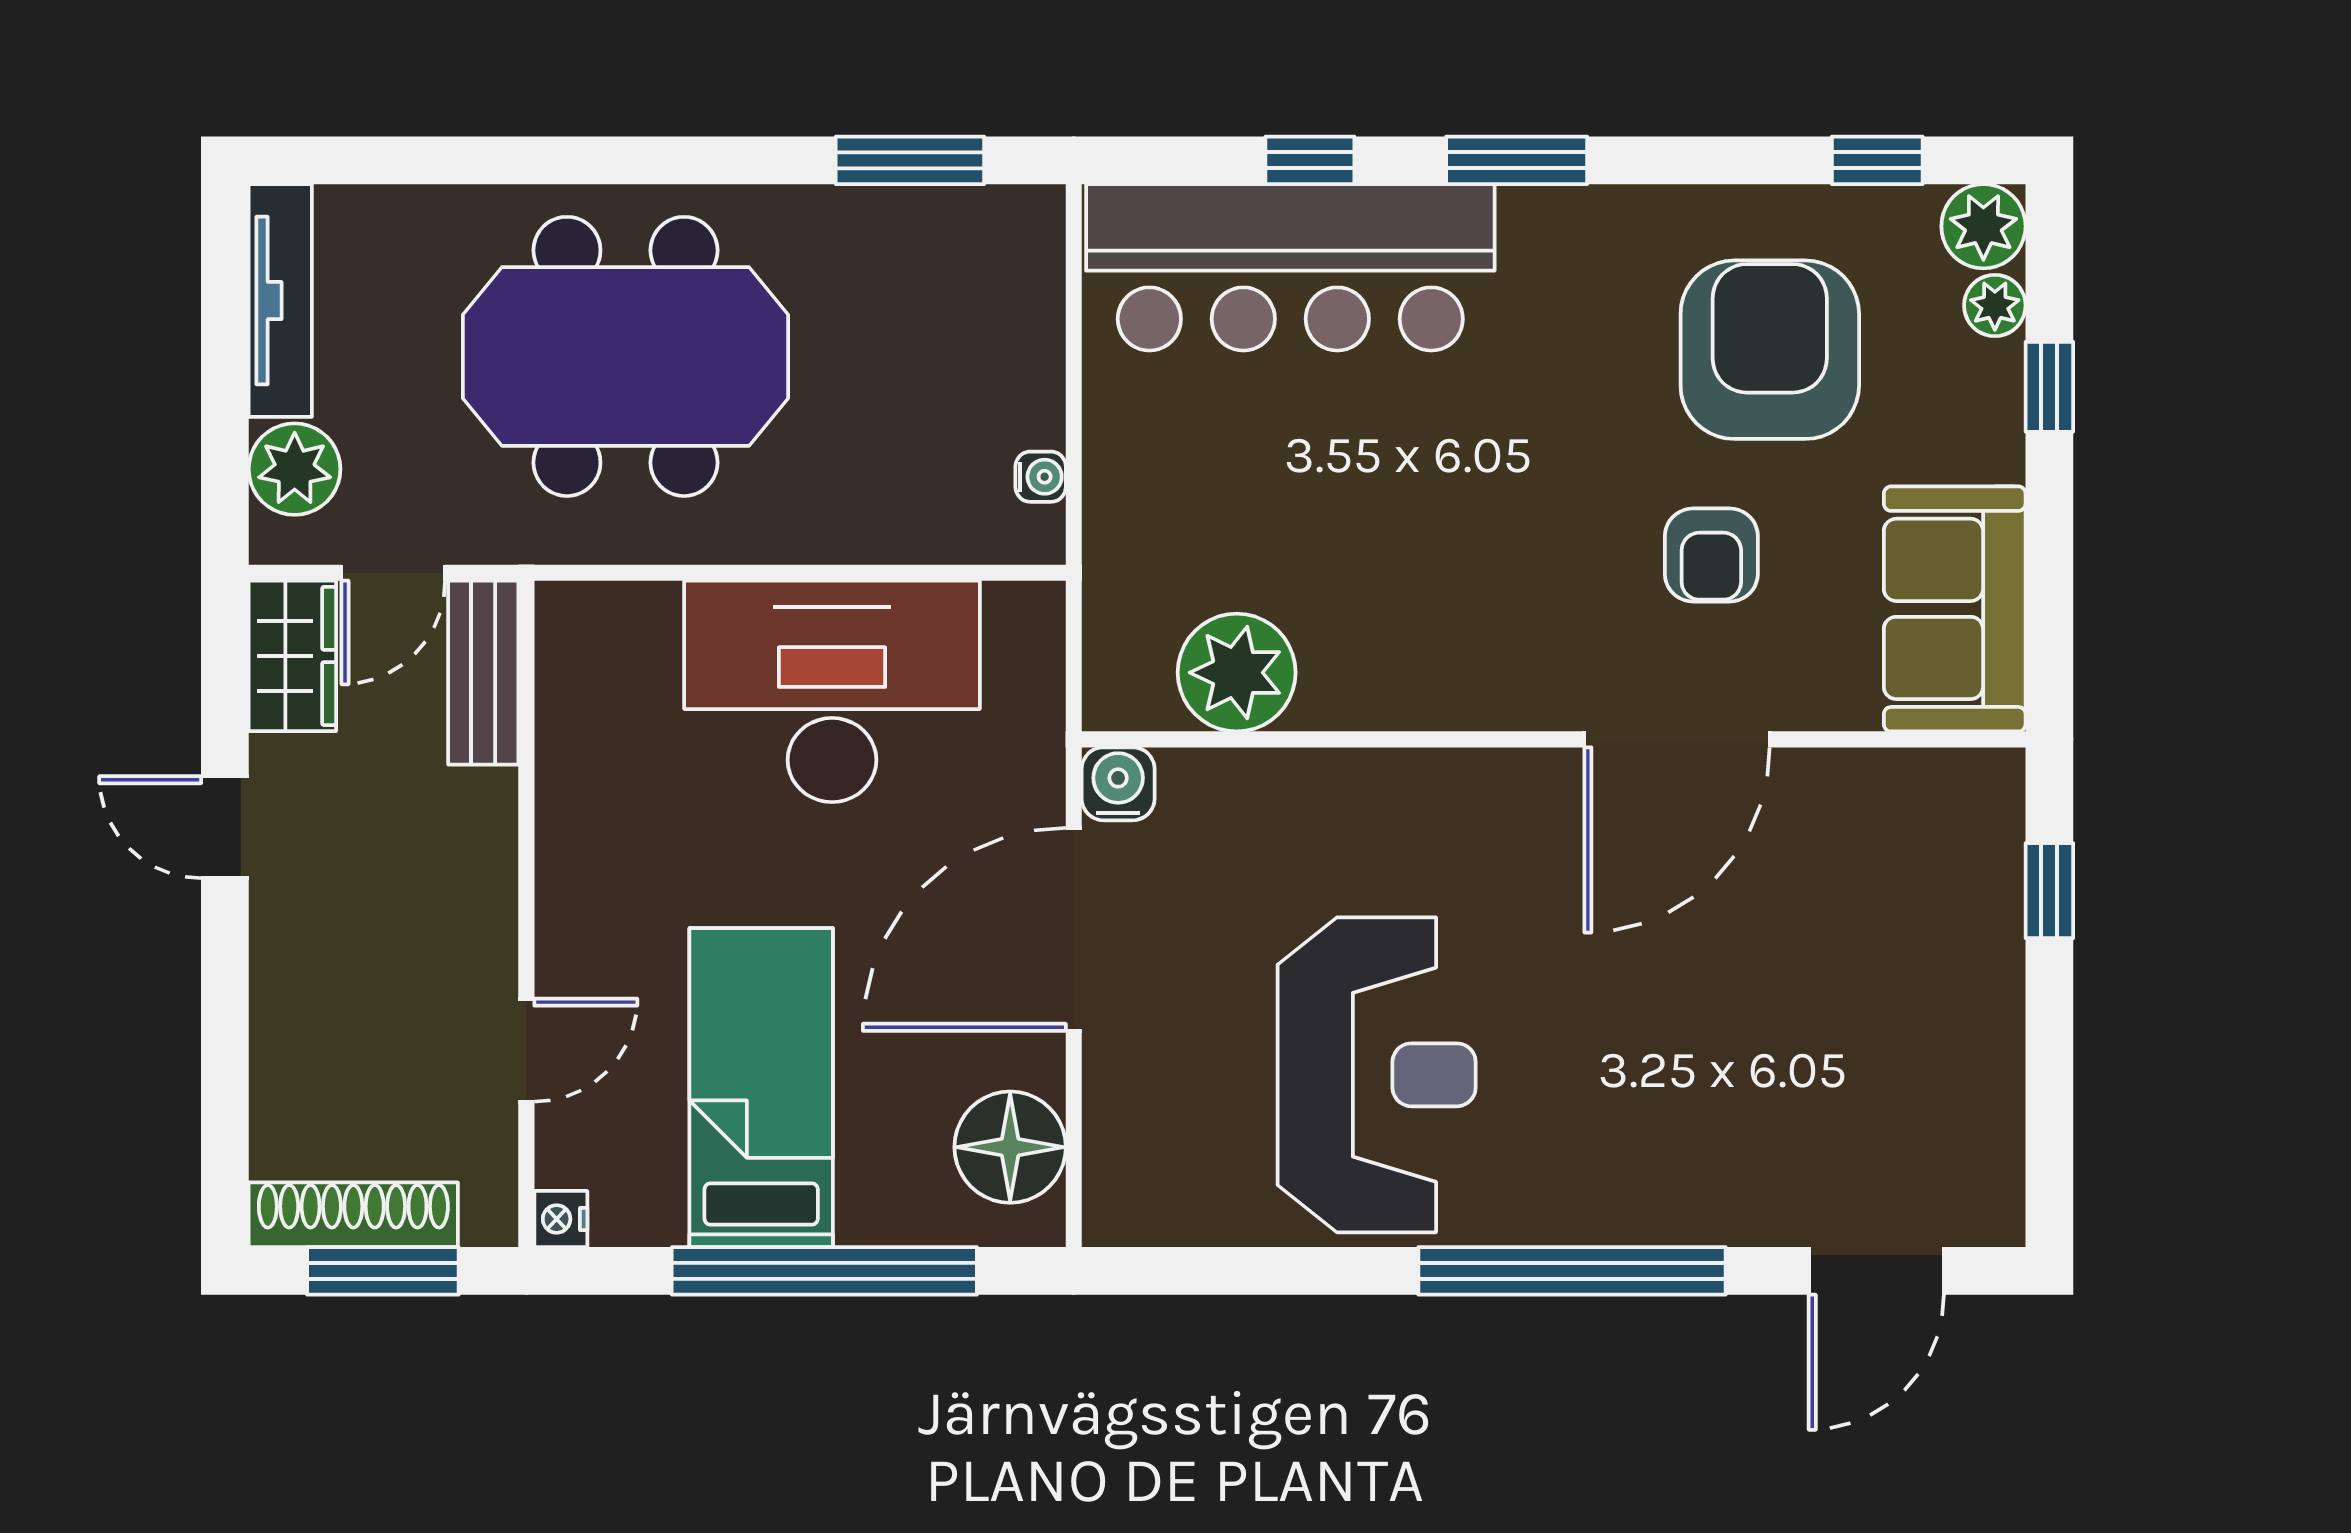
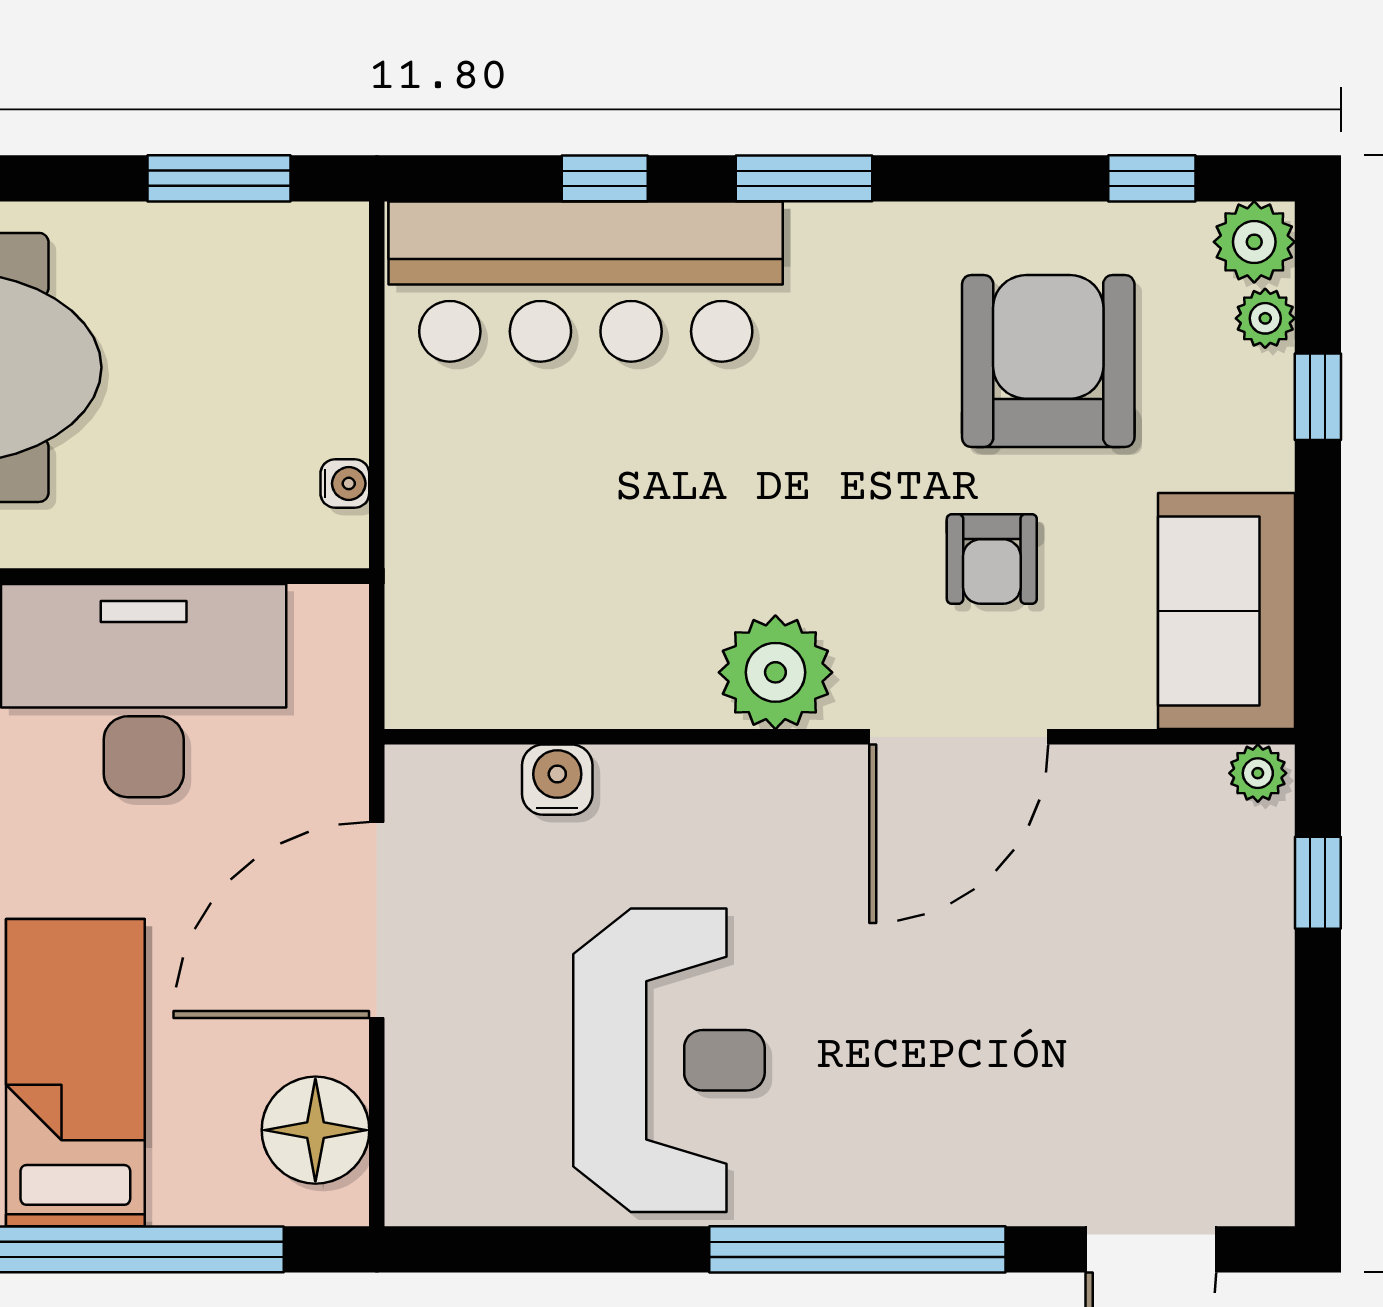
plant: (1237, 673) -> (775, 672), moved
plant: (1987, 777) -> (1258, 773), added
water cooler: (1118, 784) -> (557, 780), moved

